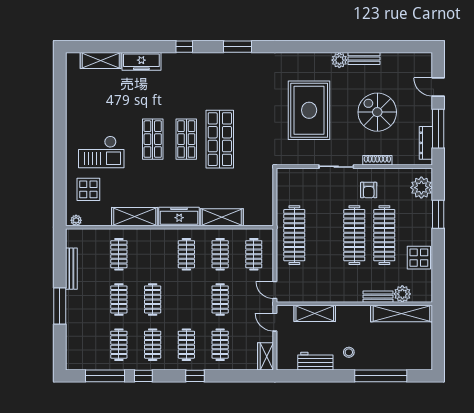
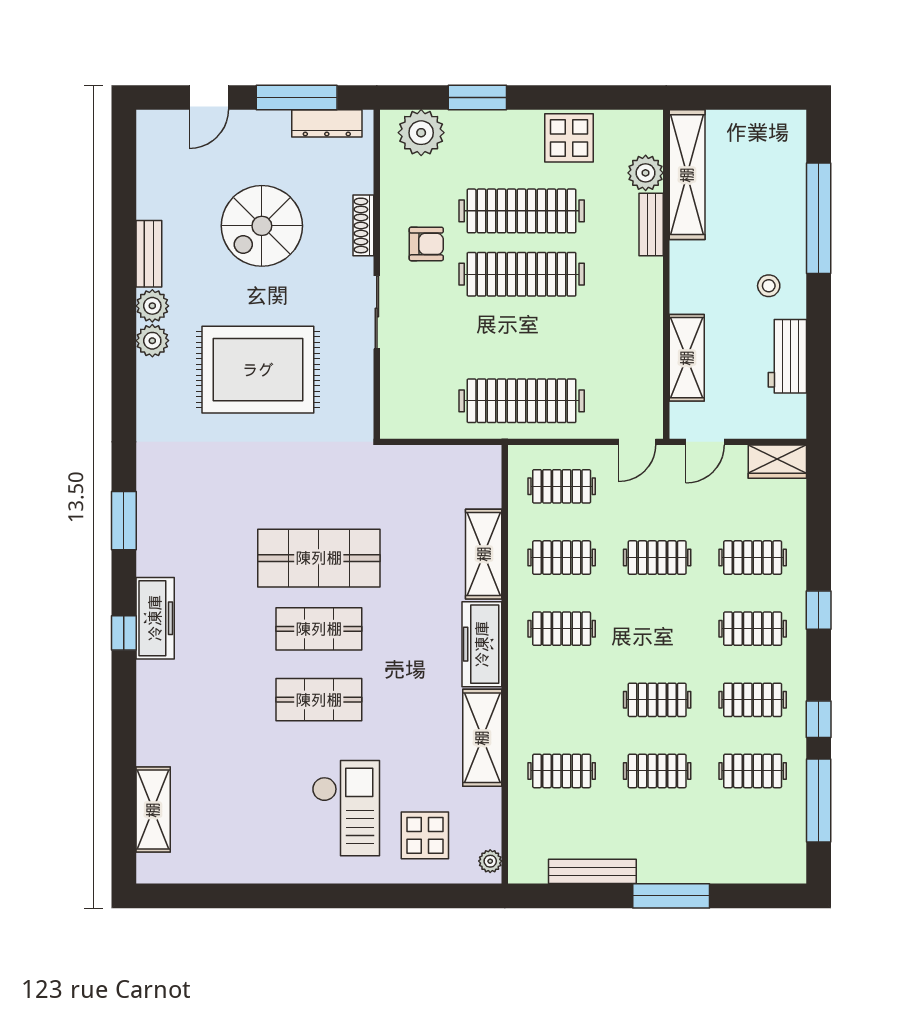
plant: (323, 60) -> (152, 341), added
freezer: (141, 61) -> (155, 618), moved

